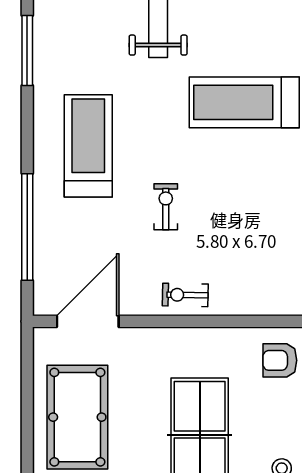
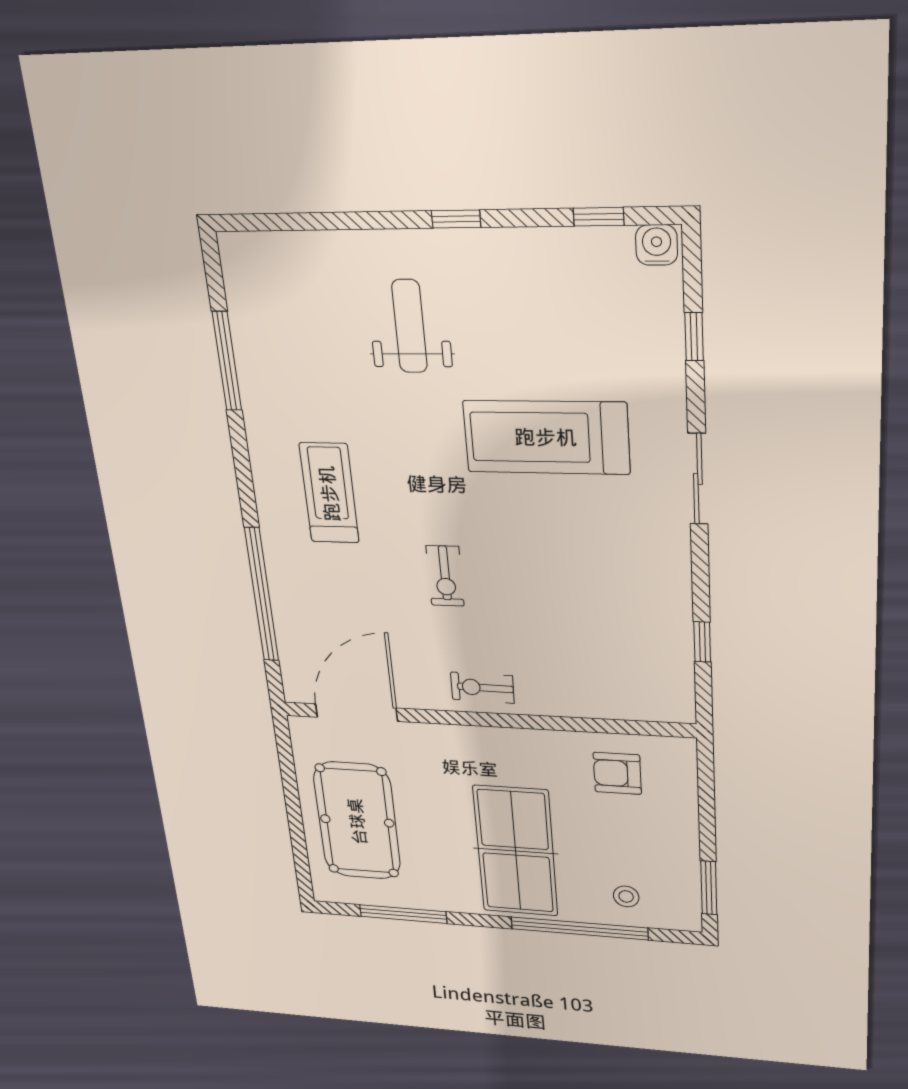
treadmill: (88, 146) -> (329, 493), width x0.73, depth x0.73
exercise bike: (166, 207) -> (445, 576), turned 180

